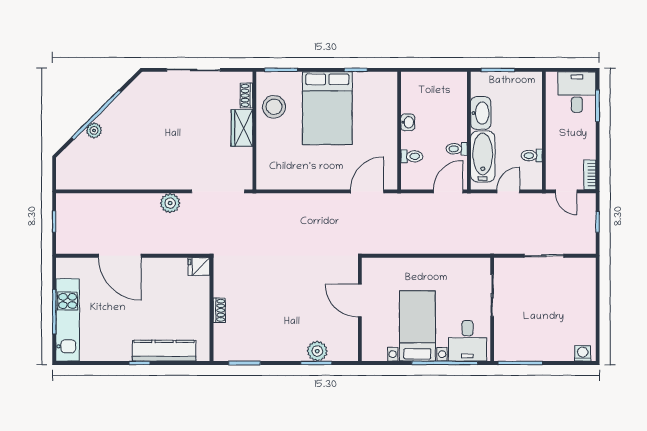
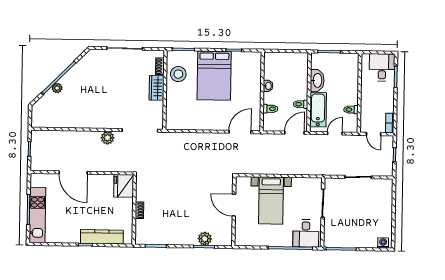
fridge: (199, 267) -> (124, 186), width x1.88, depth x1.34
bed with nightstands: (417, 326) -> (271, 201), moved, turned 180

